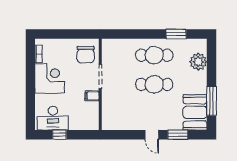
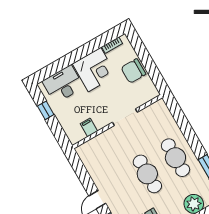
chair: (86, 55) -> (133, 71), moved
filing cabinet: (92, 96) -> (89, 127), moved
desk: (53, 118) -> (63, 84), moved, turned 90

